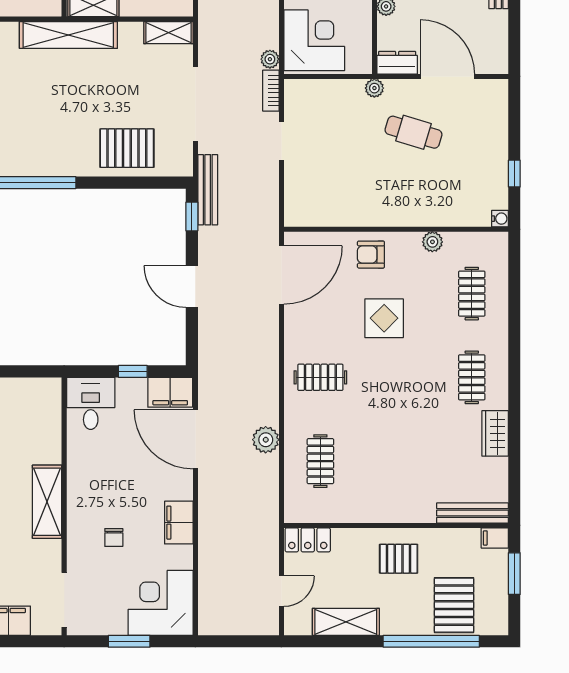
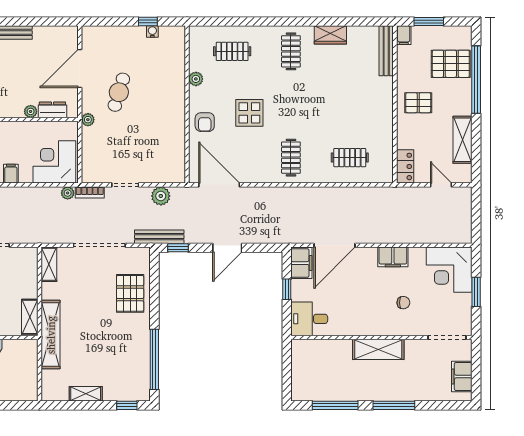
dresser: (397, 63) -> (52, 110), moved, turned 90
water cooler: (500, 219) -> (152, 31), moved
clothes rail: (472, 377) -> (291, 51), turned 90
plant: (266, 440) -> (161, 196), moved
pallet: (399, 559) -> (418, 103), turned 90

